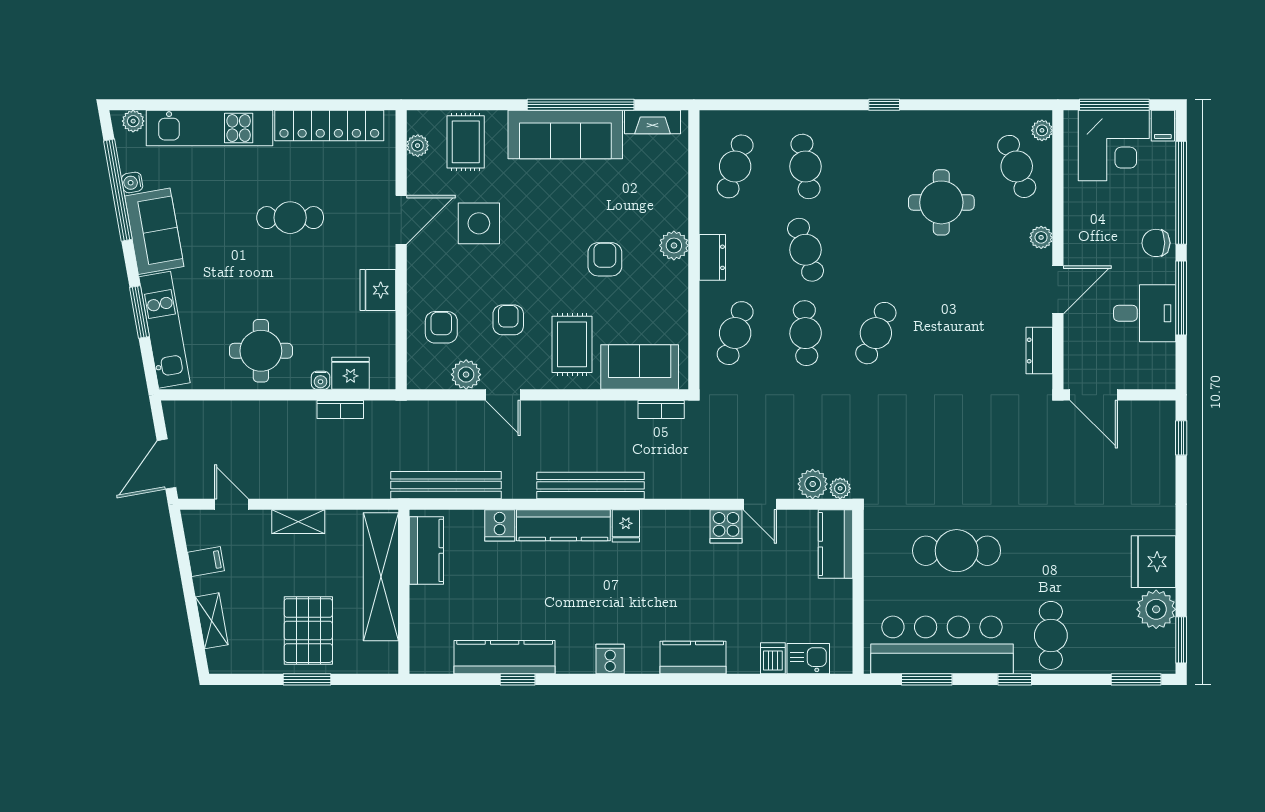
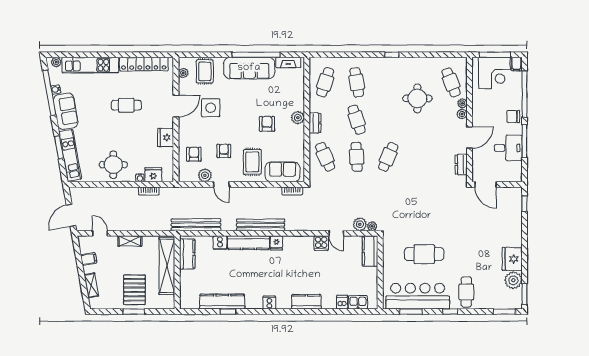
plant: (1042, 130) -> (462, 103), moved
cafe table: (735, 333) -> (325, 157), turned -42

